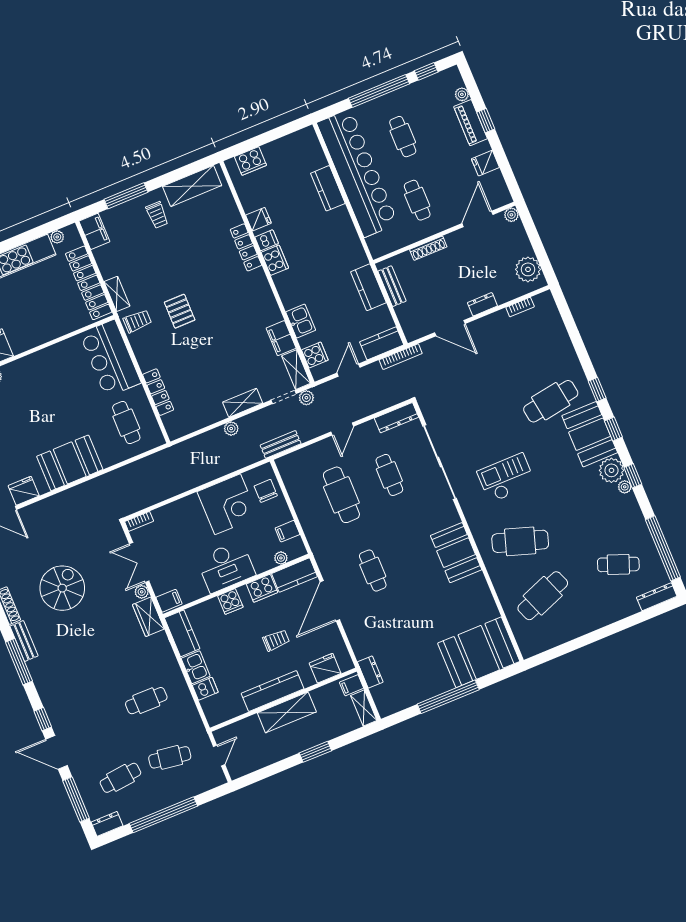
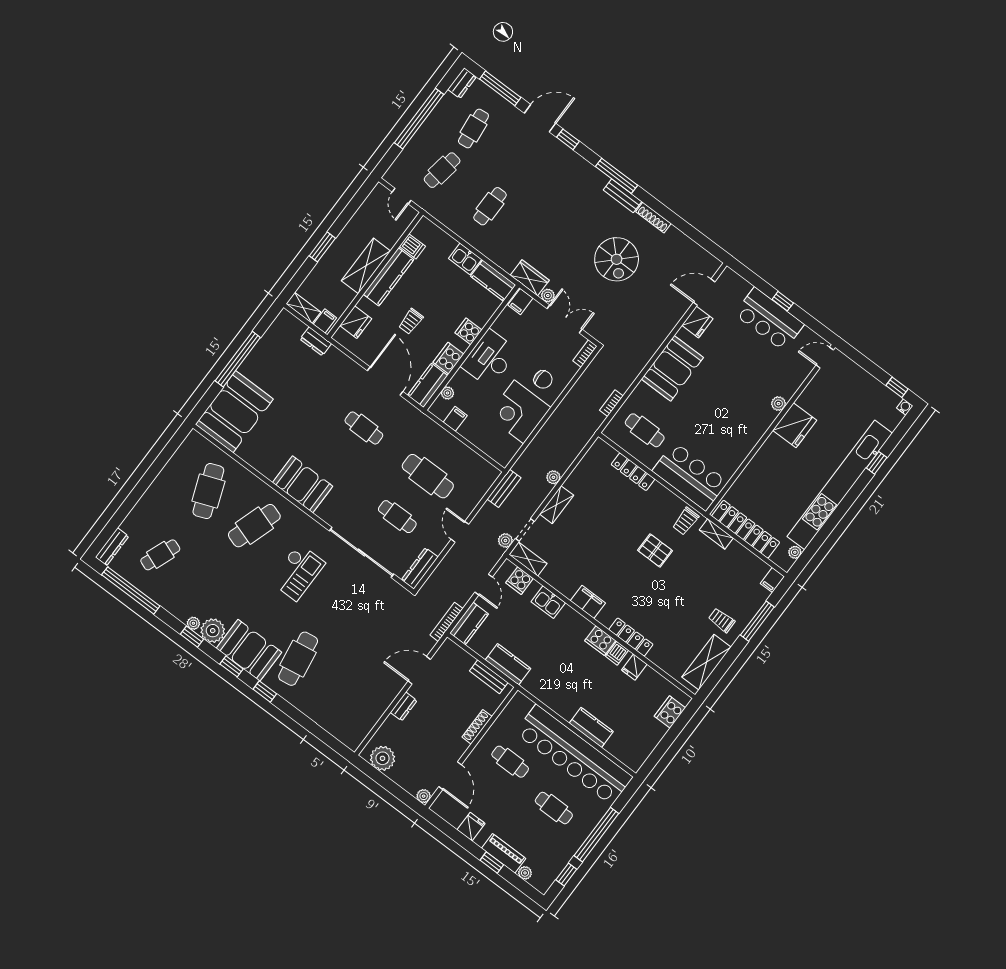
filing cabinet: (94, 231) -> (772, 580), width x0.50
bookcase: (520, 307) -> (611, 403), moved
filing cabinet: (281, 338) -> (588, 602), moved
chair: (266, 491) -> (543, 379), moved
dishwasher: (205, 689) -> (412, 246), moved, turned -90

